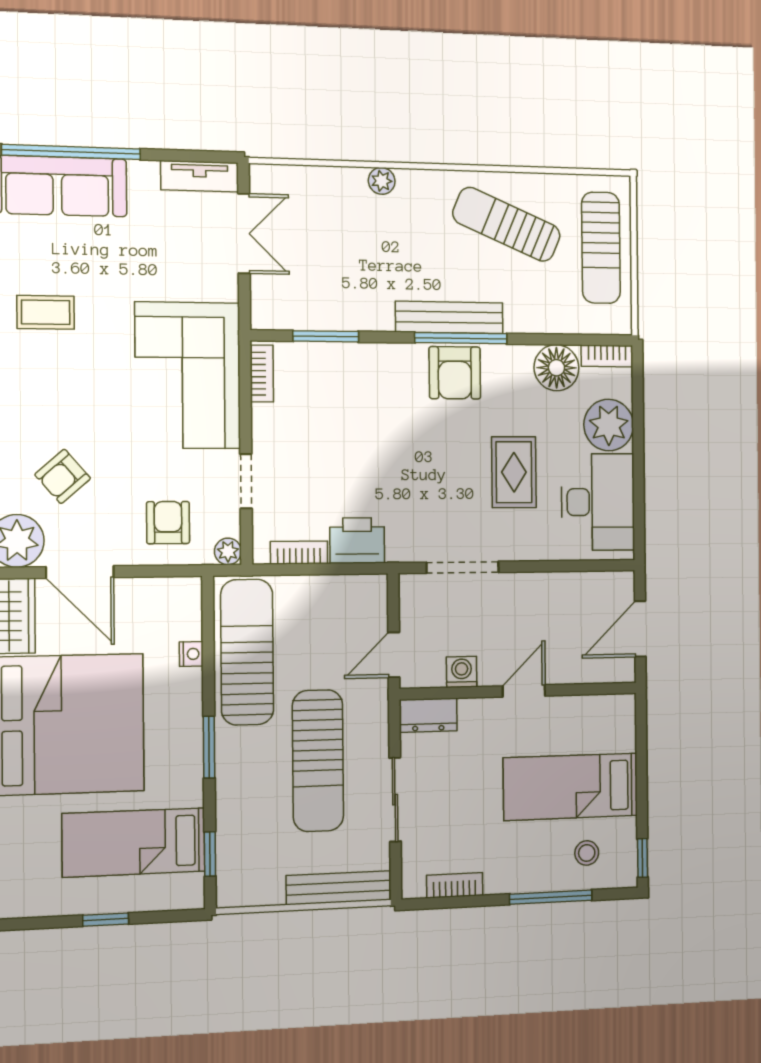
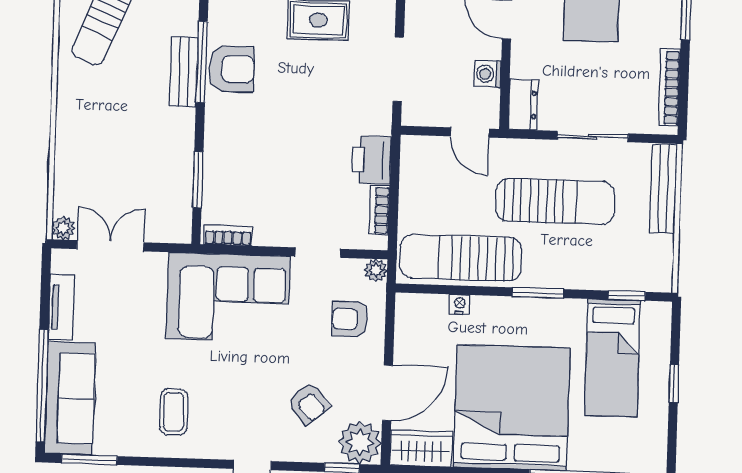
tv unit: (200, 176) -> (62, 307), moved
plant: (382, 181) -> (63, 228), moved
bench: (449, 317) -> (184, 72), width x0.73
bookcase: (455, 885) -> (669, 88), width x1.56

